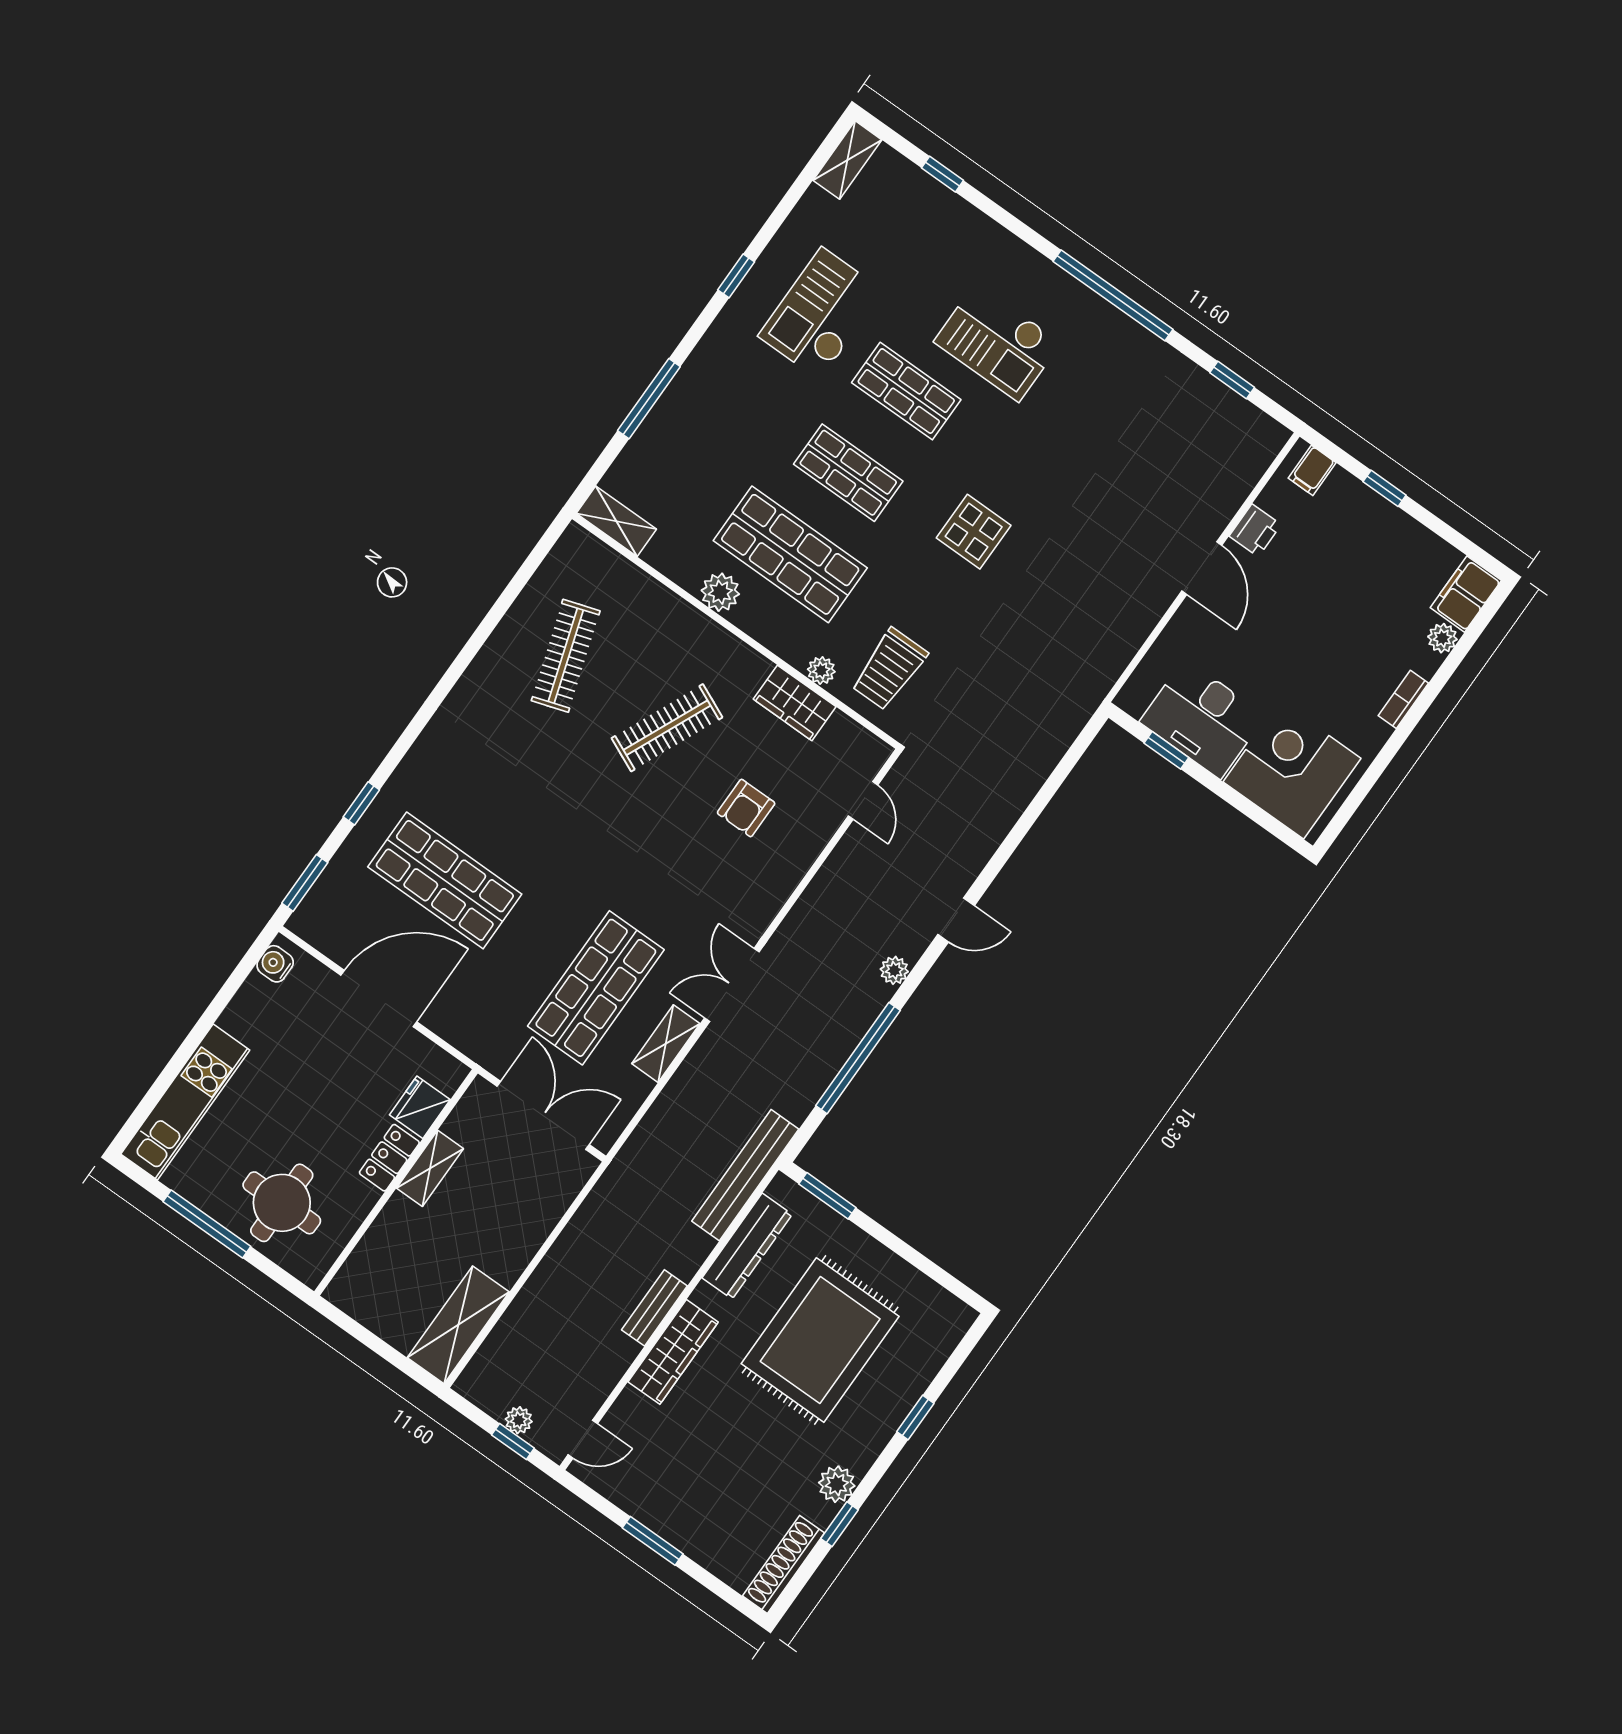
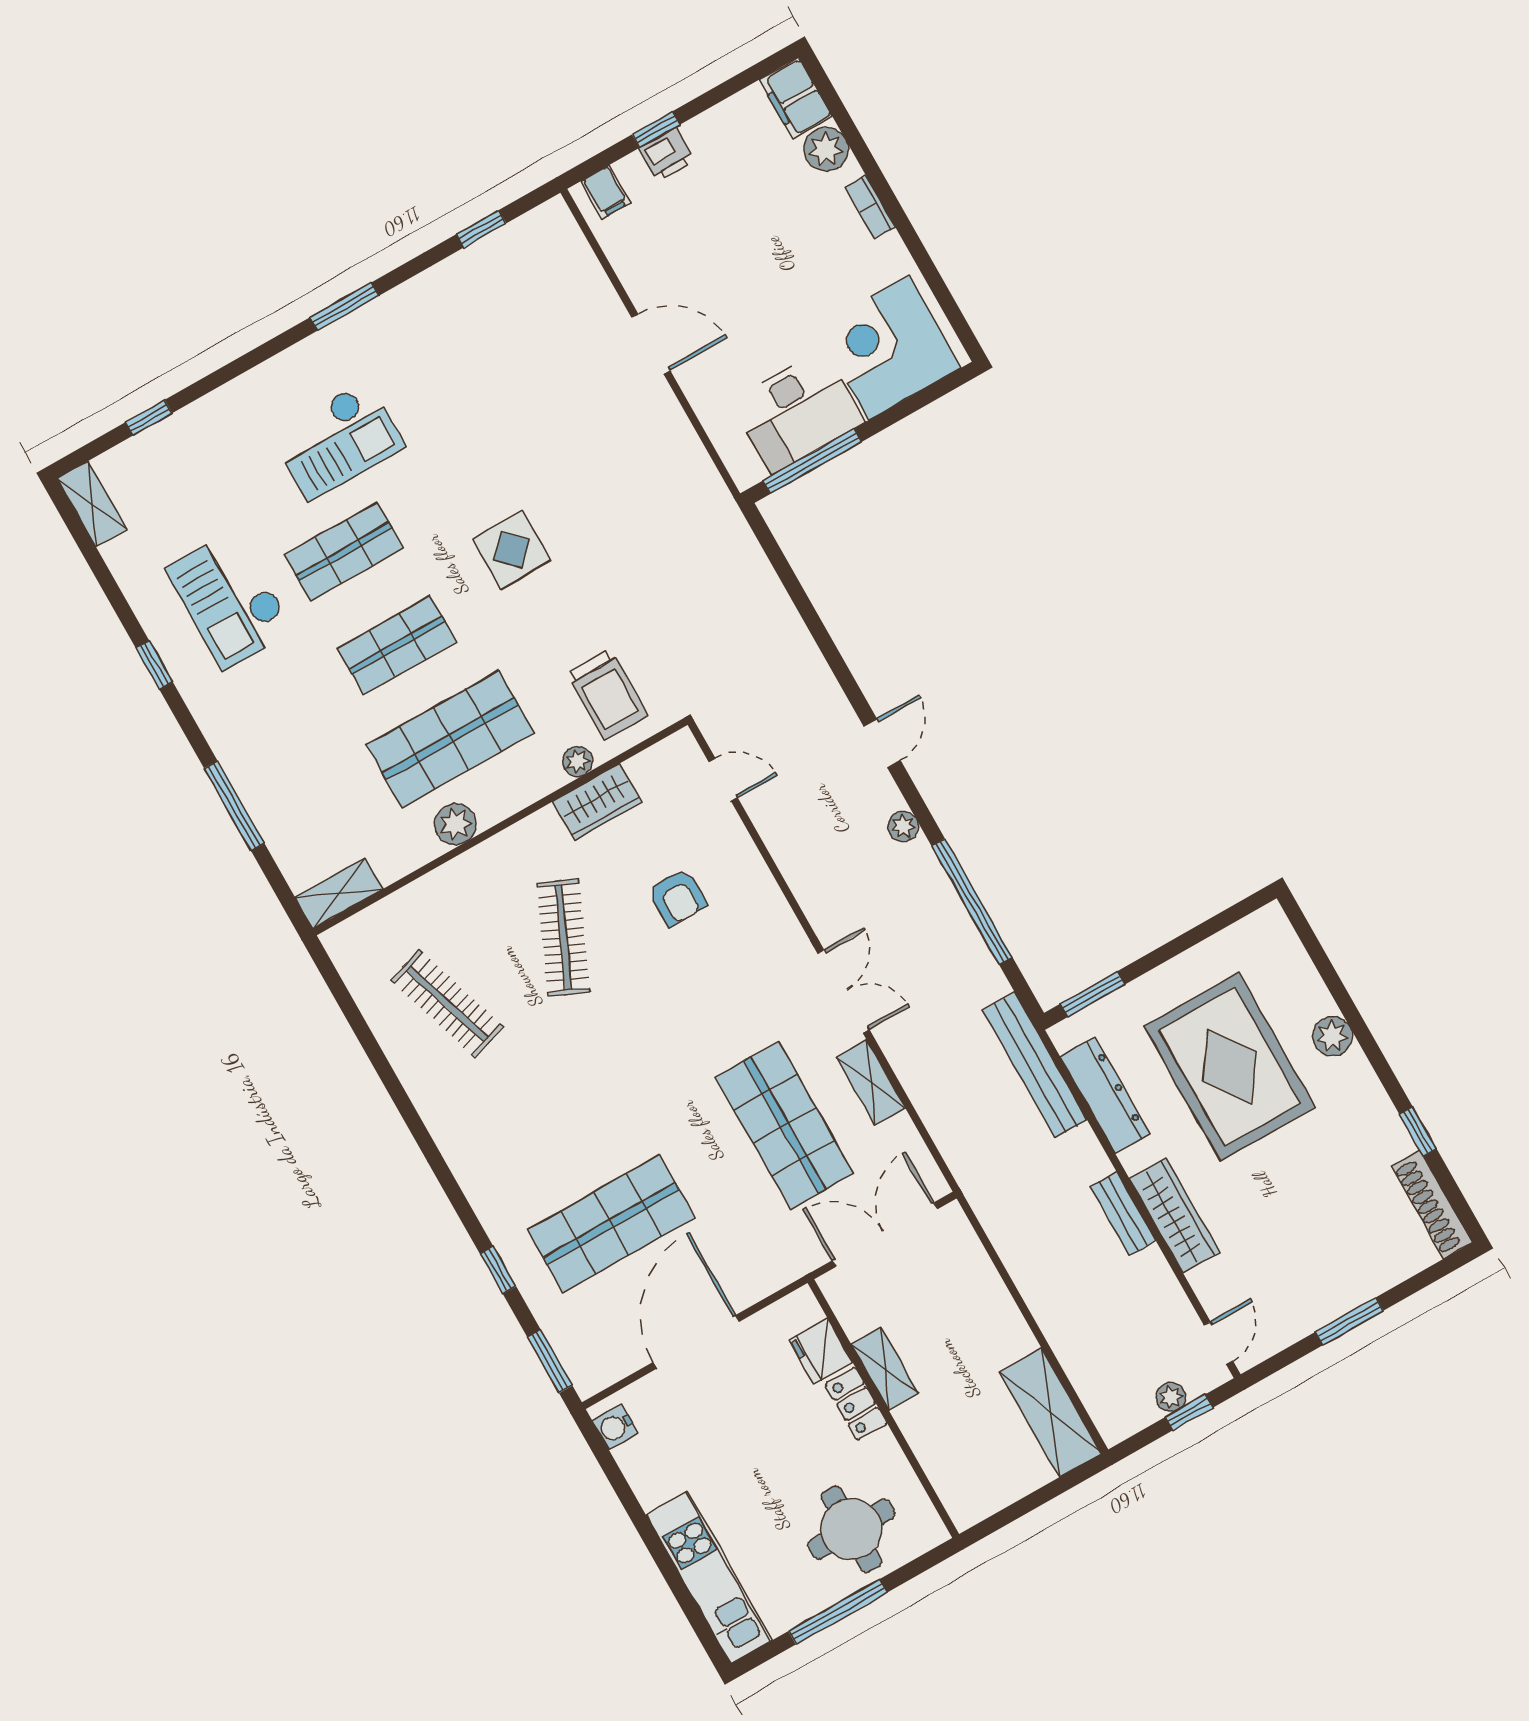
window: (1113, 295) -> (345, 306), width x0.47
printer: (1255, 530) -> (667, 155), moved, turned 90
plant: (1442, 638) -> (826, 149), width x1.38, depth x1.38
window: (1166, 750) -> (812, 461), width x2.17
double door: (732, 985) -> (843, 991), swing flipped
window: (915, 1417) -> (1348, 1009), removed
plant: (837, 1484) -> (1332, 1036), moved

